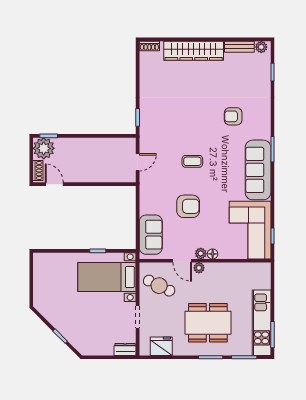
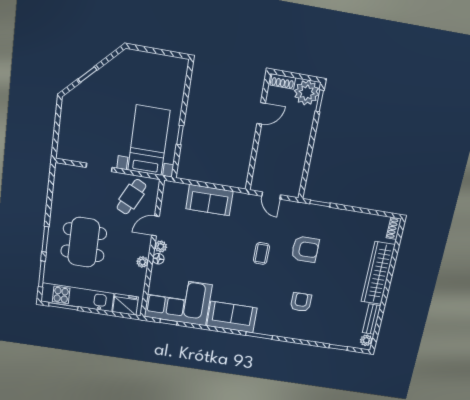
sofa: (258, 170) -> (232, 317), width x0.73
door: (54, 184) -> (261, 113), moved
armchair: (188, 206) -> (305, 249), moved, turned -90
sofa: (151, 235) -> (209, 200), moved
plant: (199, 268) -> (142, 262), moved
fridge: (161, 346) -> (126, 304), moved, turned -90
dresser: (125, 349) -> (64, 147), removed

